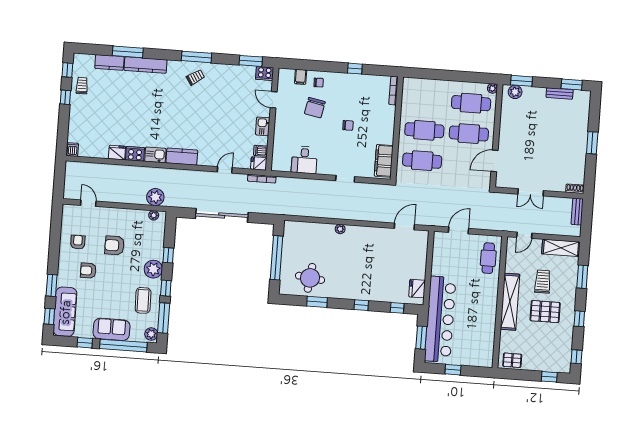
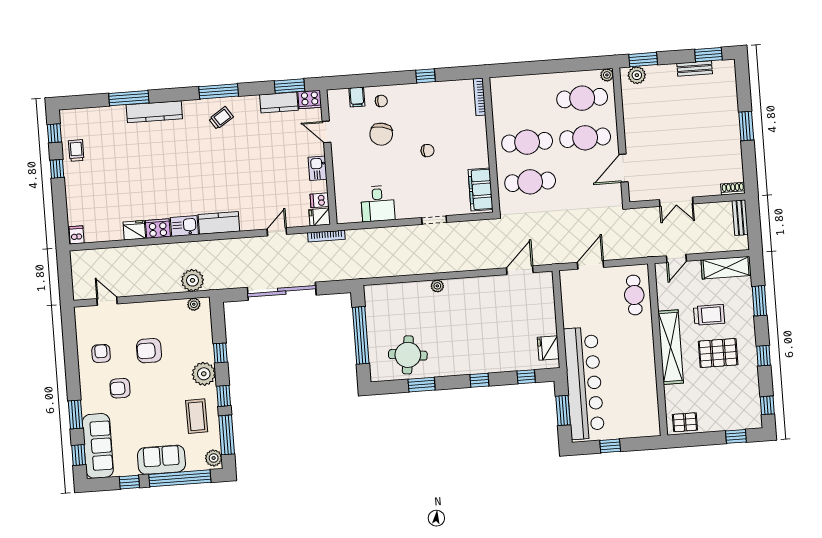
kitchen counter: (109, 62) -> (279, 102), moved
trolley: (543, 282) -> (709, 315), turned 90

